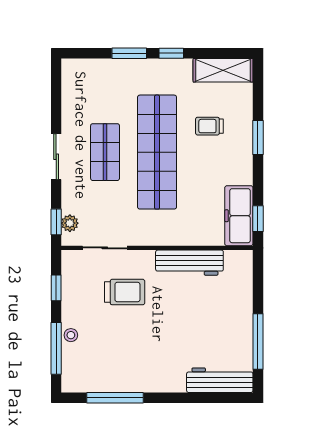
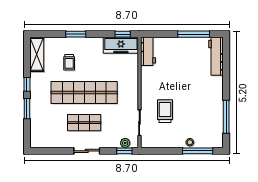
workbench: (189, 263) -> (148, 51), moved, width x0.73
window: (56, 288) -> (163, 151), removed

